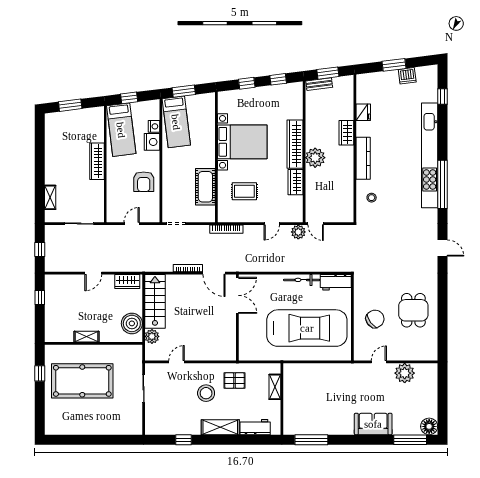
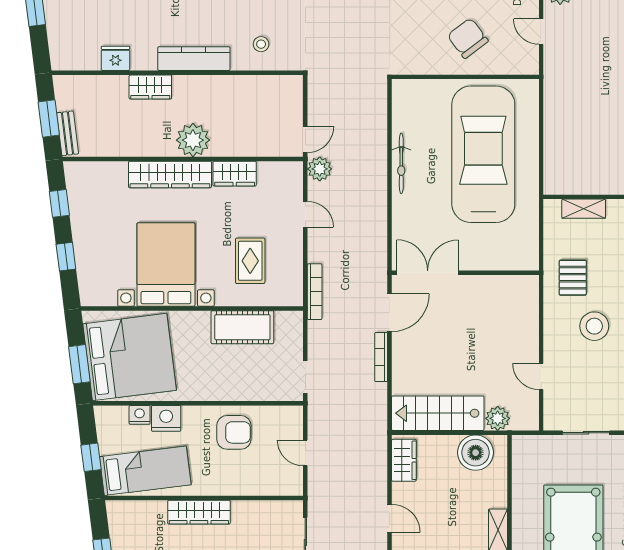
bed: (176, 122) -> (130, 357), width x2.04
workbench: (336, 282) -> (405, 105), removed

